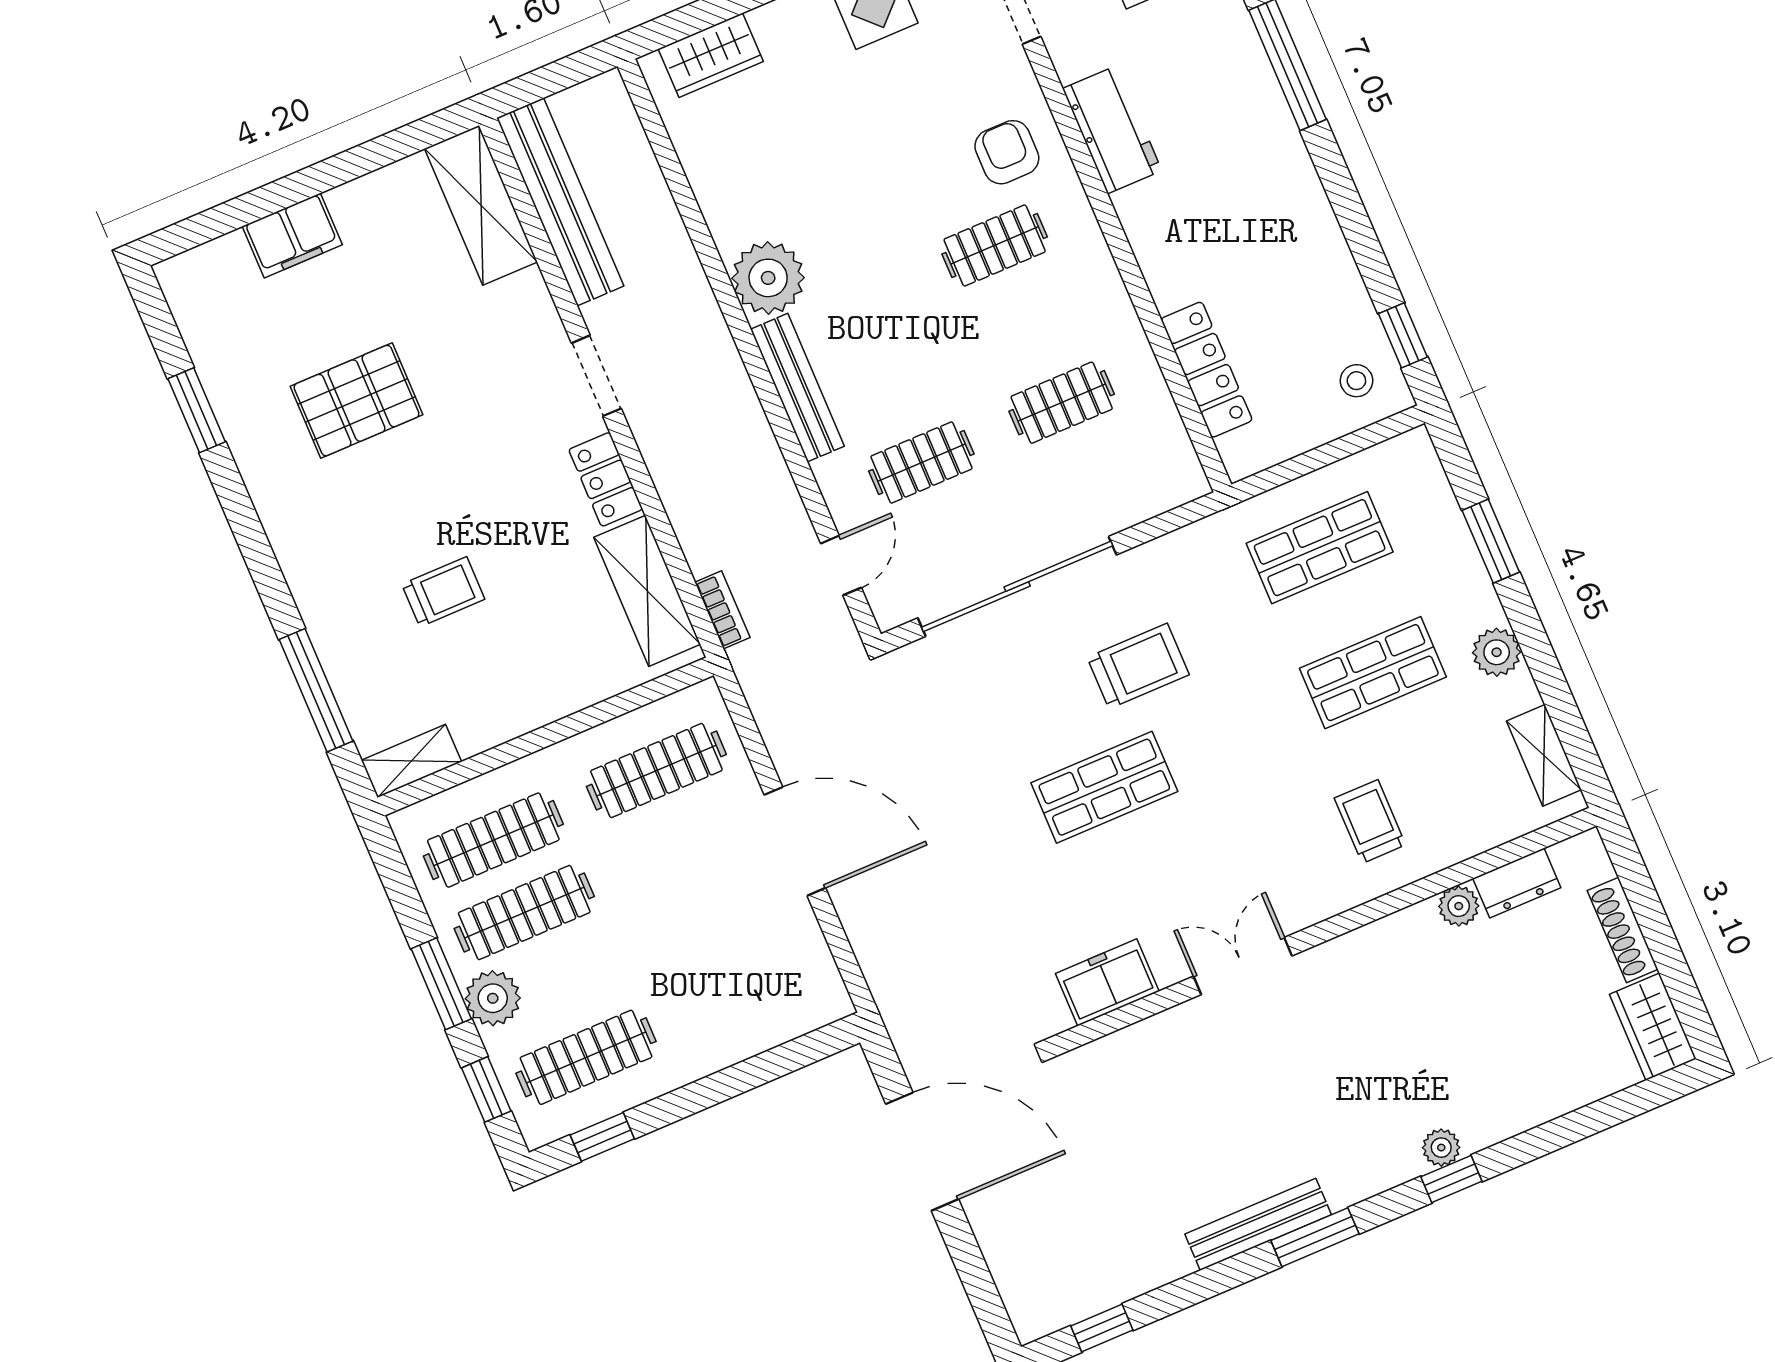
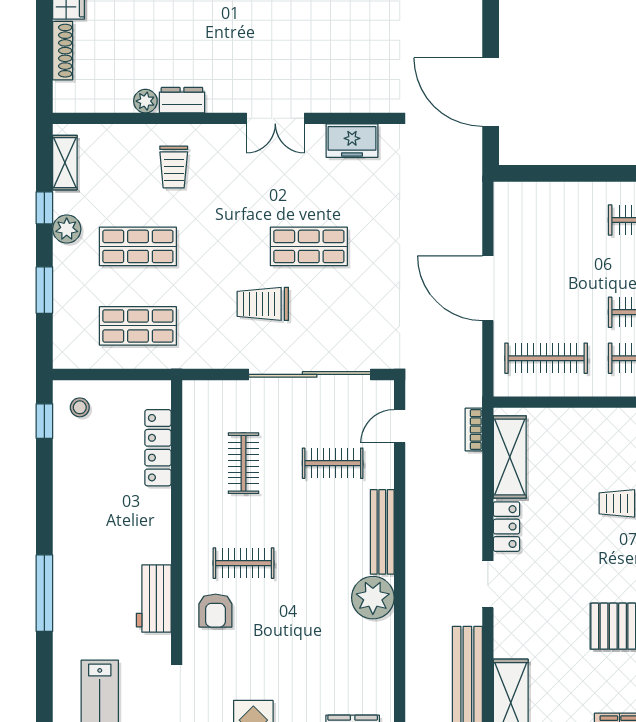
clothes rail: (1062, 403) -> (244, 463), turned 90
window: (1546, 671) -> (44, 208), added
dresser: (1517, 883) -> (182, 100), moved

